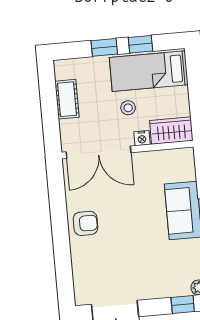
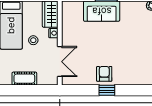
double door: (98, 152) -> (60, 62), width x0.73
window: (60, 230) -> (107, 90), added

